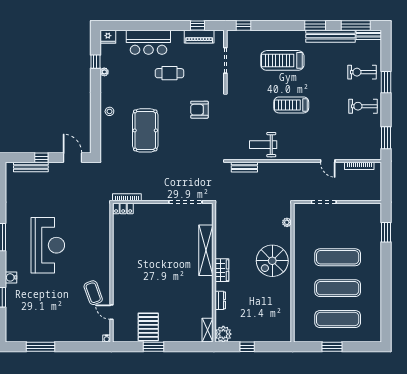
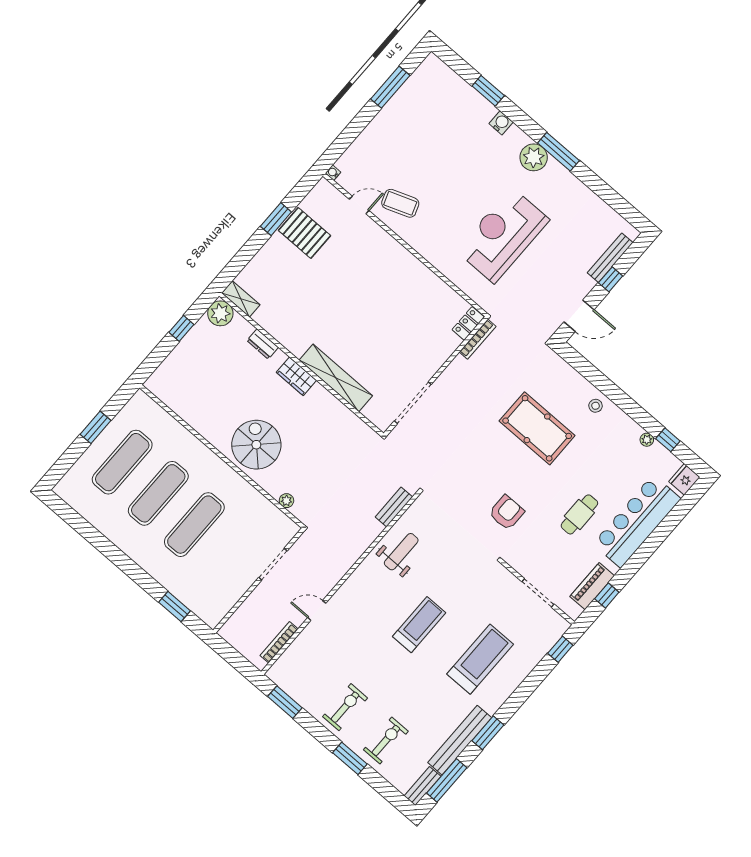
bar counter: (148, 42) -> (637, 521), width x1.36
reception desk: (48, 245) -> (503, 235), moved, turned 90
plant: (14, 247) -> (534, 157), added

